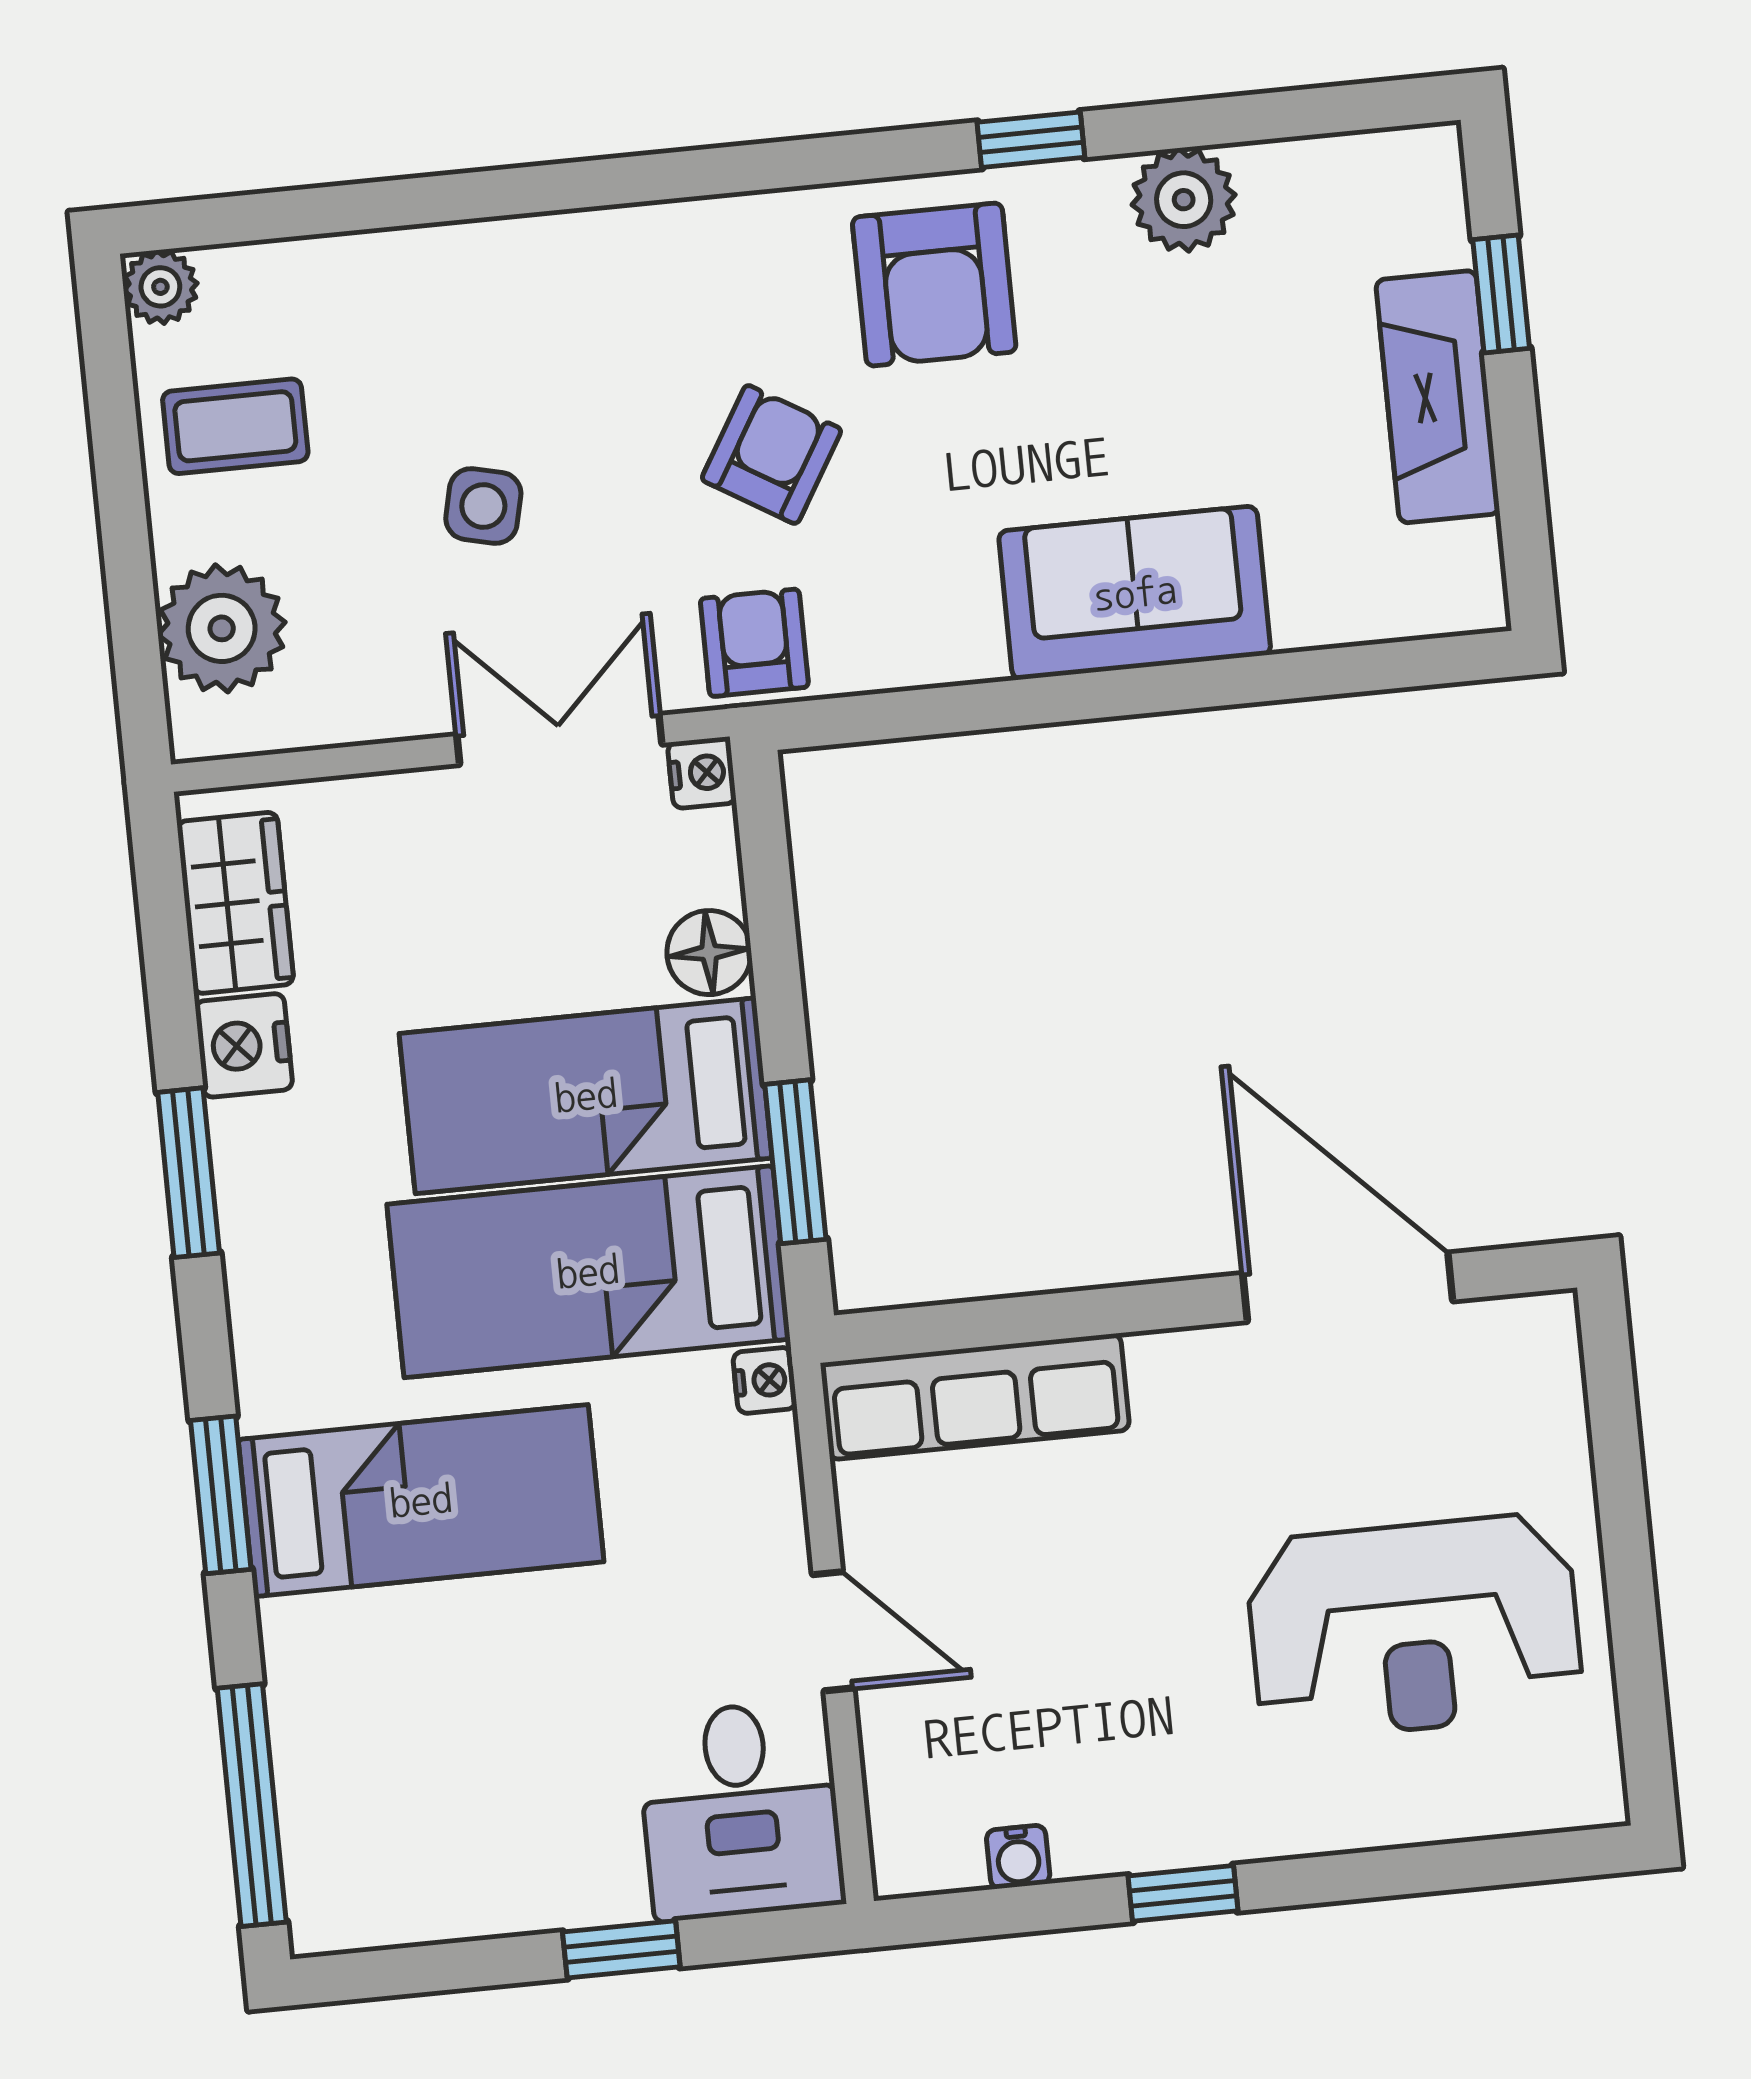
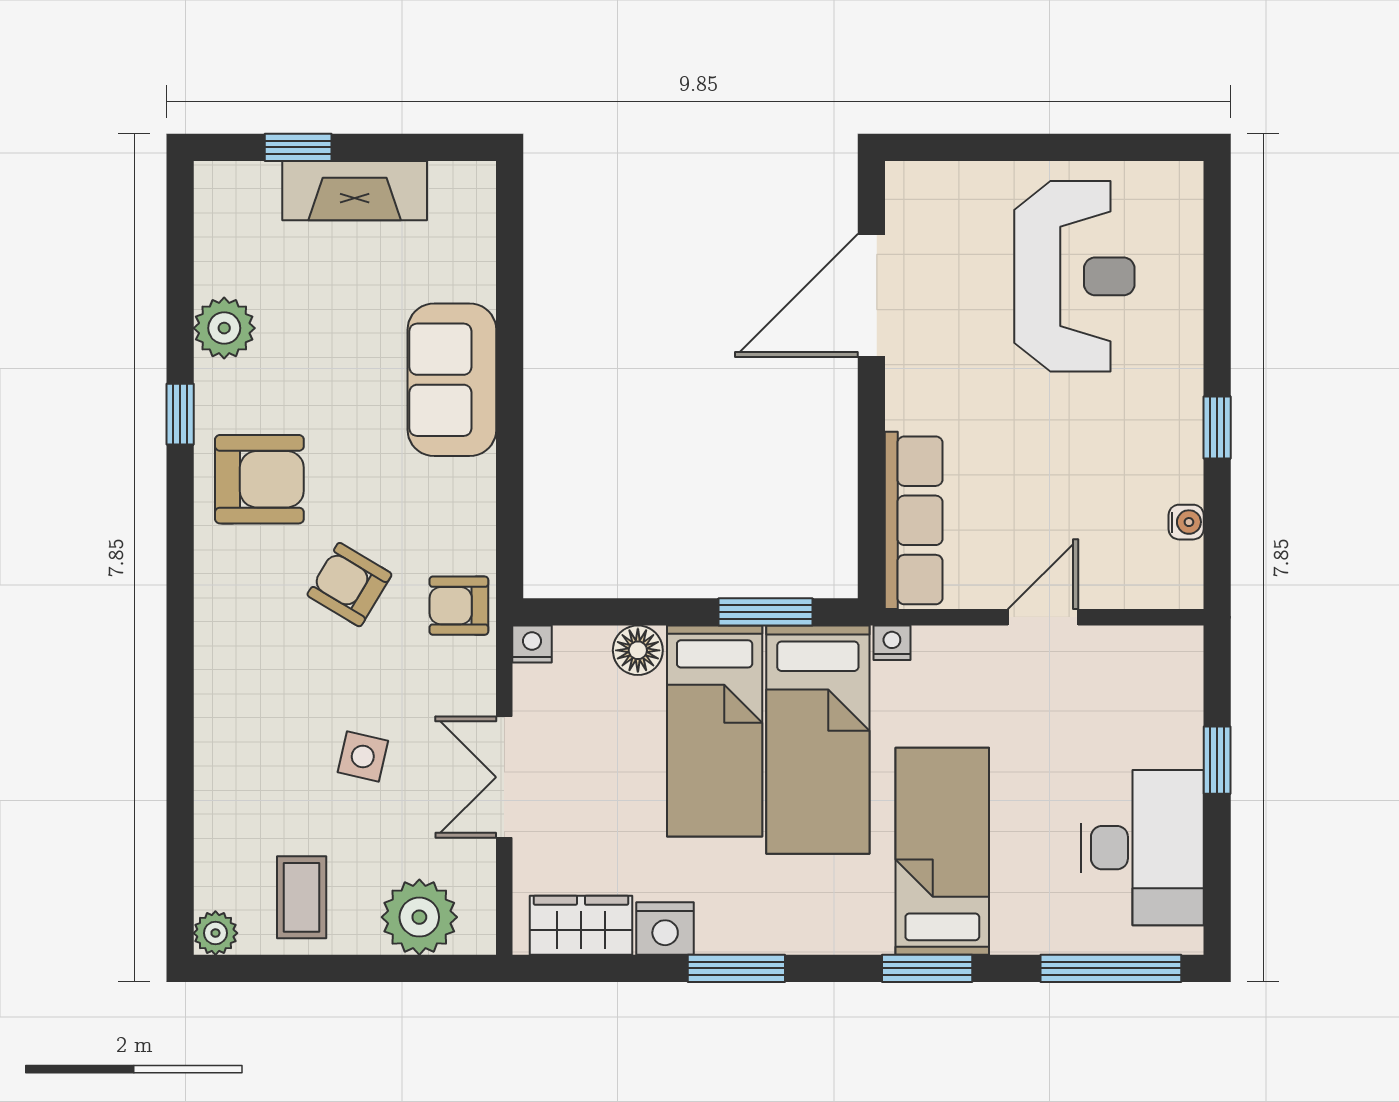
double door: (559, 740) -> (504, 777), moved
desk: (740, 1810) -> (1142, 848), moved, width x1.37

